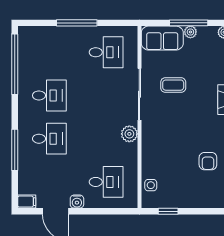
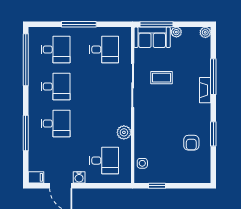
window: (189, 23) -> (156, 24), moved
desk: (49, 52) -> (55, 49), added
plant: (129, 134) -> (124, 132), moved

